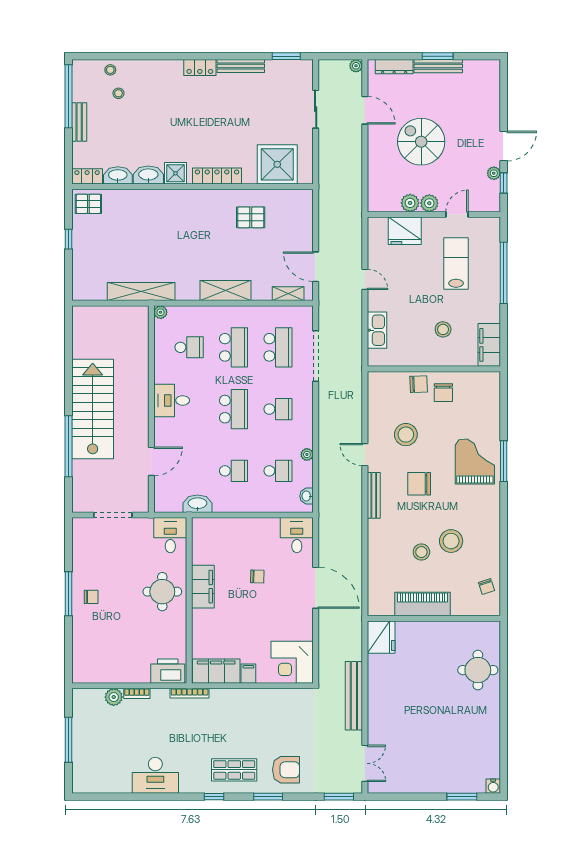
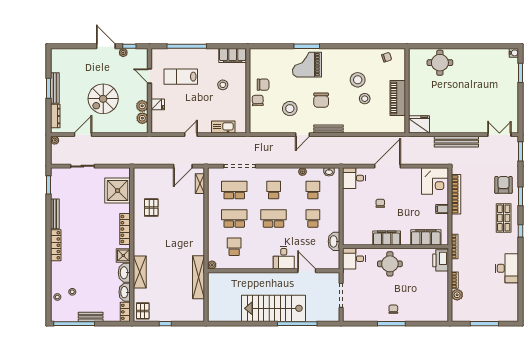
locker: (200, 67) -> (56, 245), width x1.53
plant: (429, 203) -> (142, 118), moved
fridge: (405, 231) -> (158, 104), width x0.53, depth x0.75
shelving: (225, 291) -> (140, 272), moved
desk: (172, 400) -> (284, 258), moved
filing cabinet: (216, 671) -> (426, 237), moved, turned 90
bookcase: (271, 695) -> (456, 194), added

